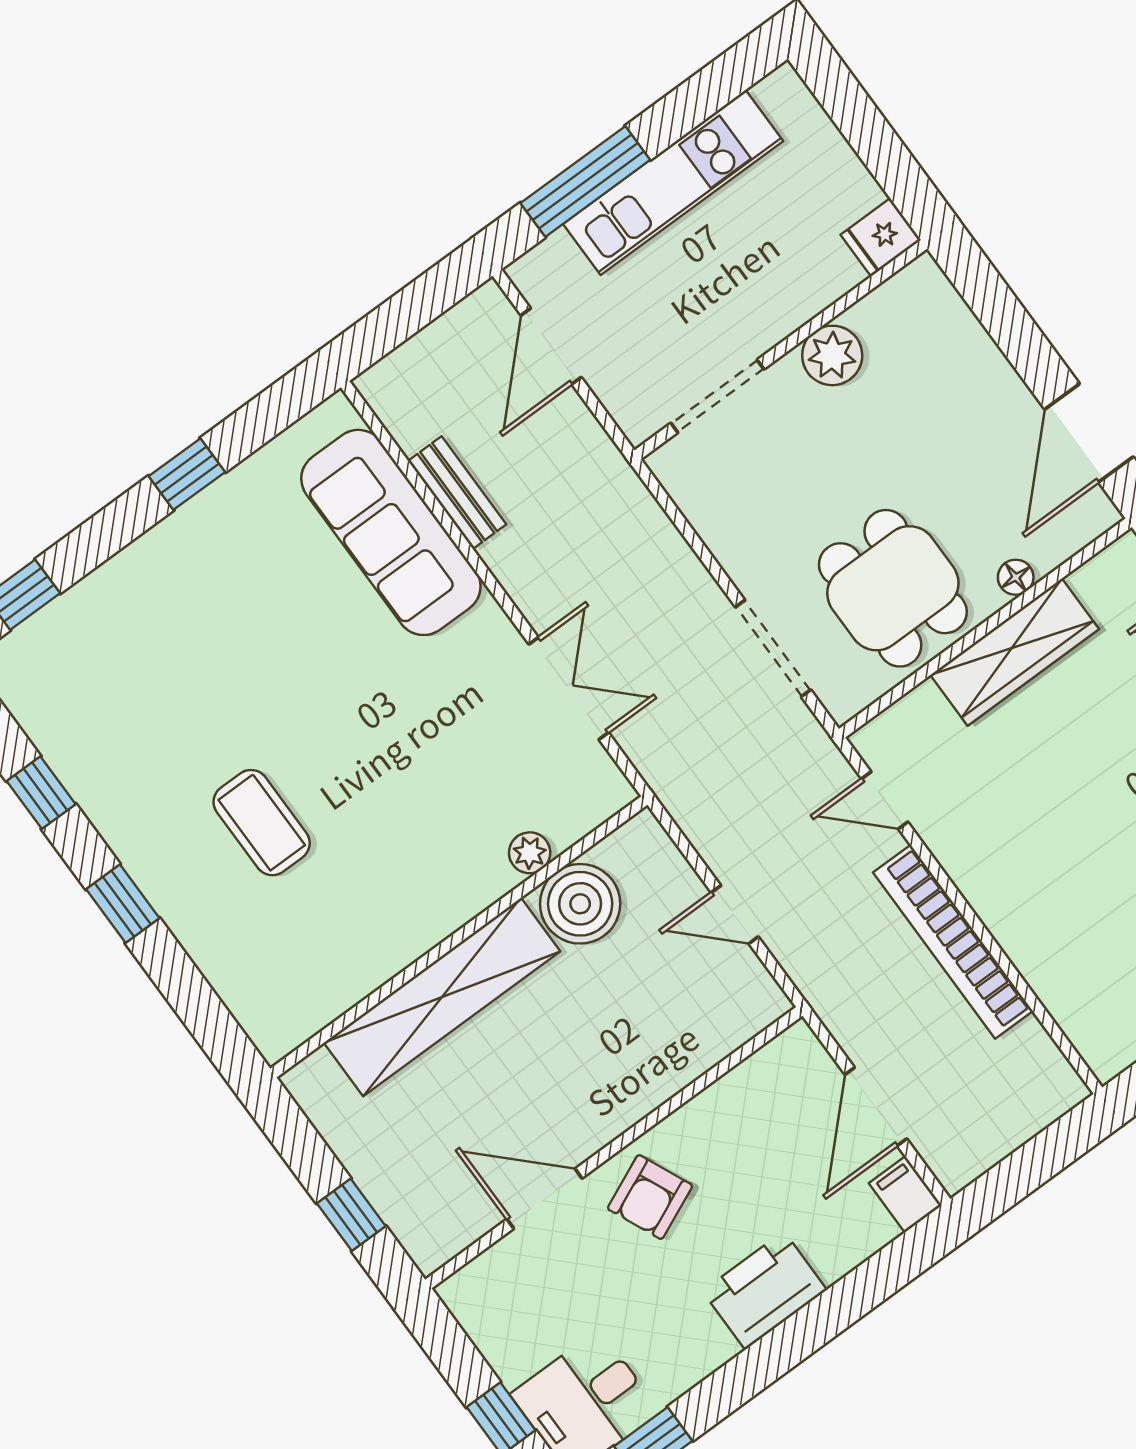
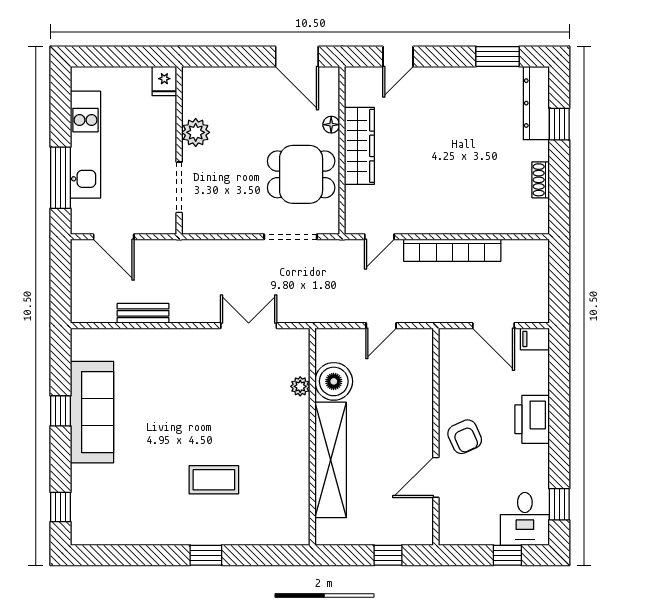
sofa: (391, 532) -> (92, 412), moved, turned -90
window: (41, 793) -> (141, 555), removed

